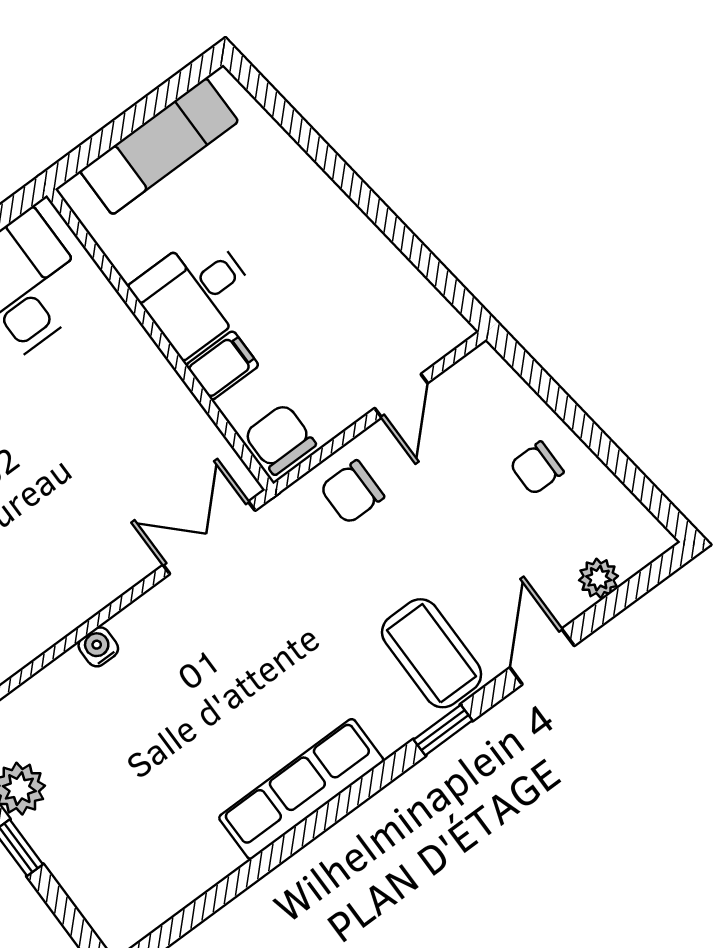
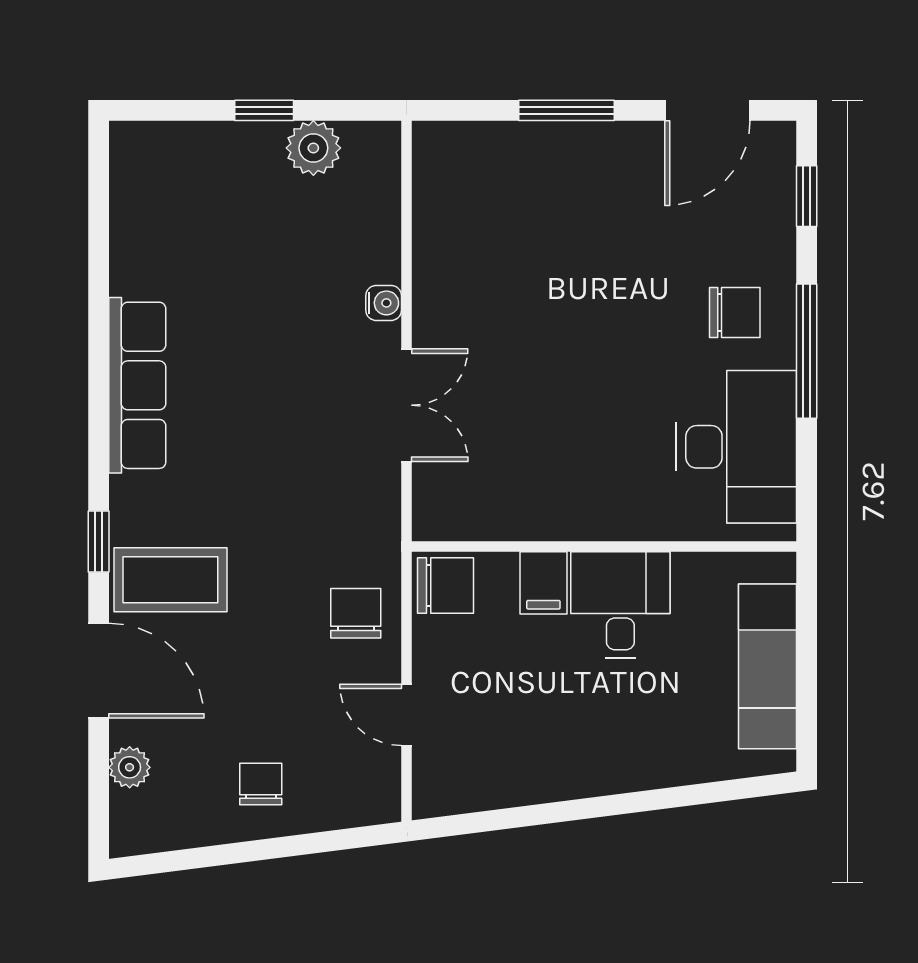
double door: (209, 538) -> (406, 405), moved
door: (542, 657) -> (99, 671), width x1.38

